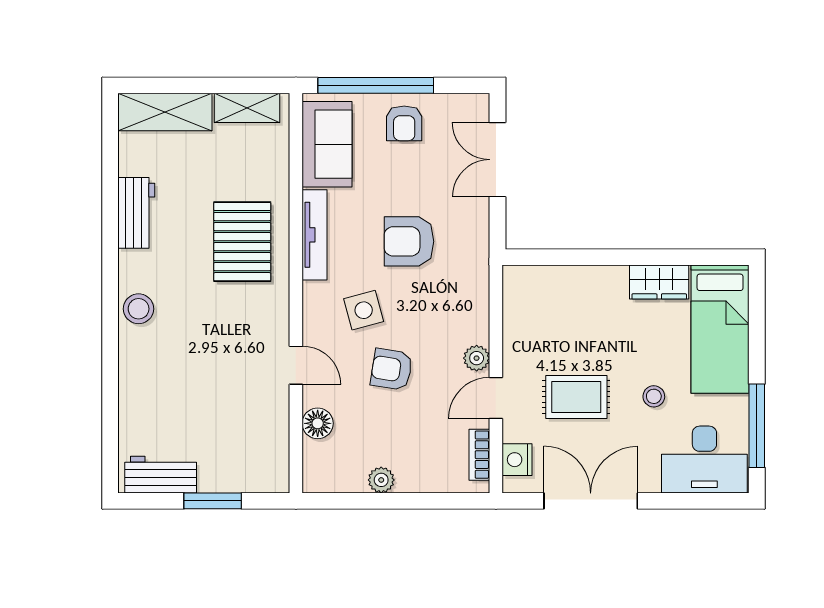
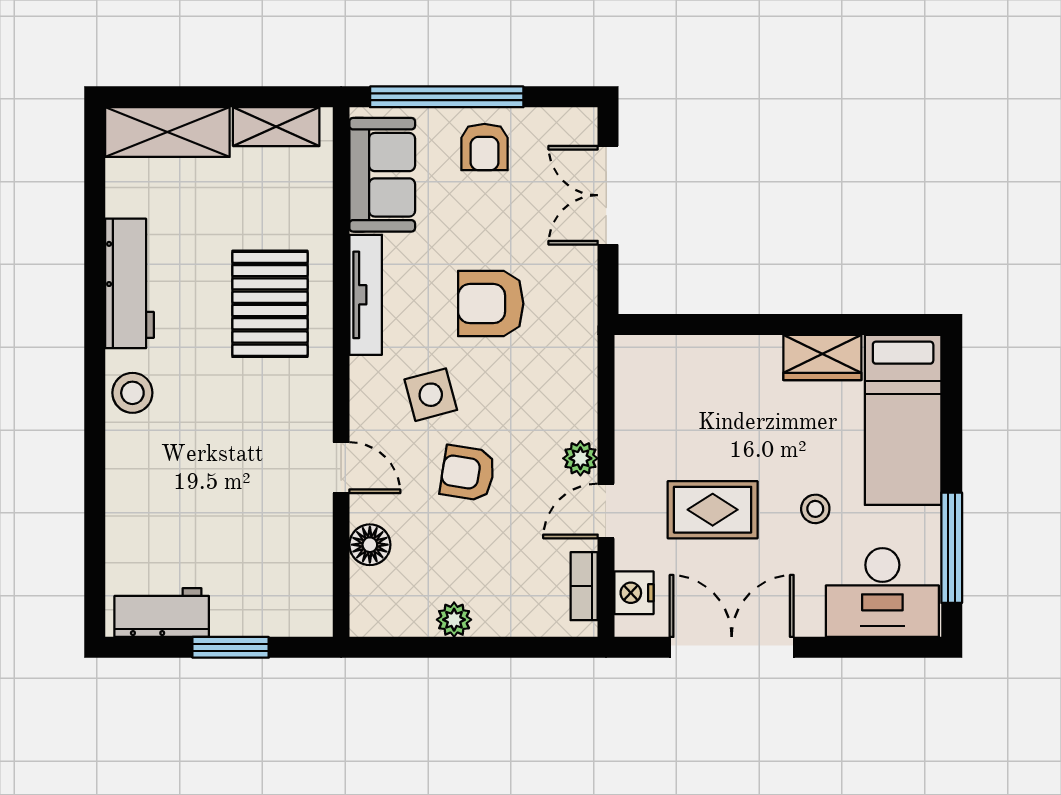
workbench: (136, 213) -> (129, 283), width x1.37

